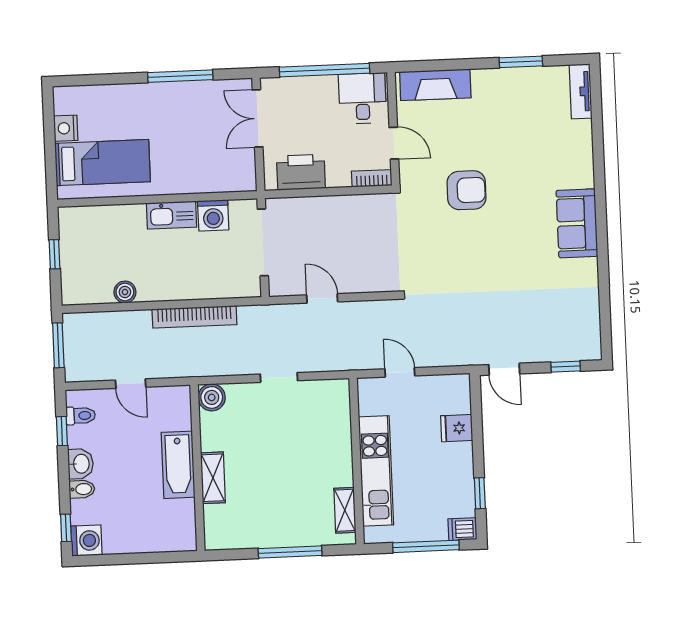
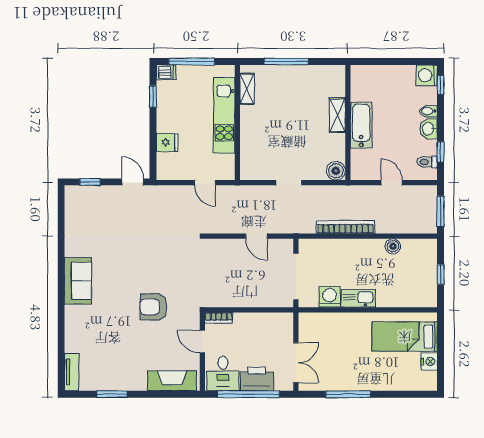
printer: (301, 172) -> (257, 379), moved, turned 180

